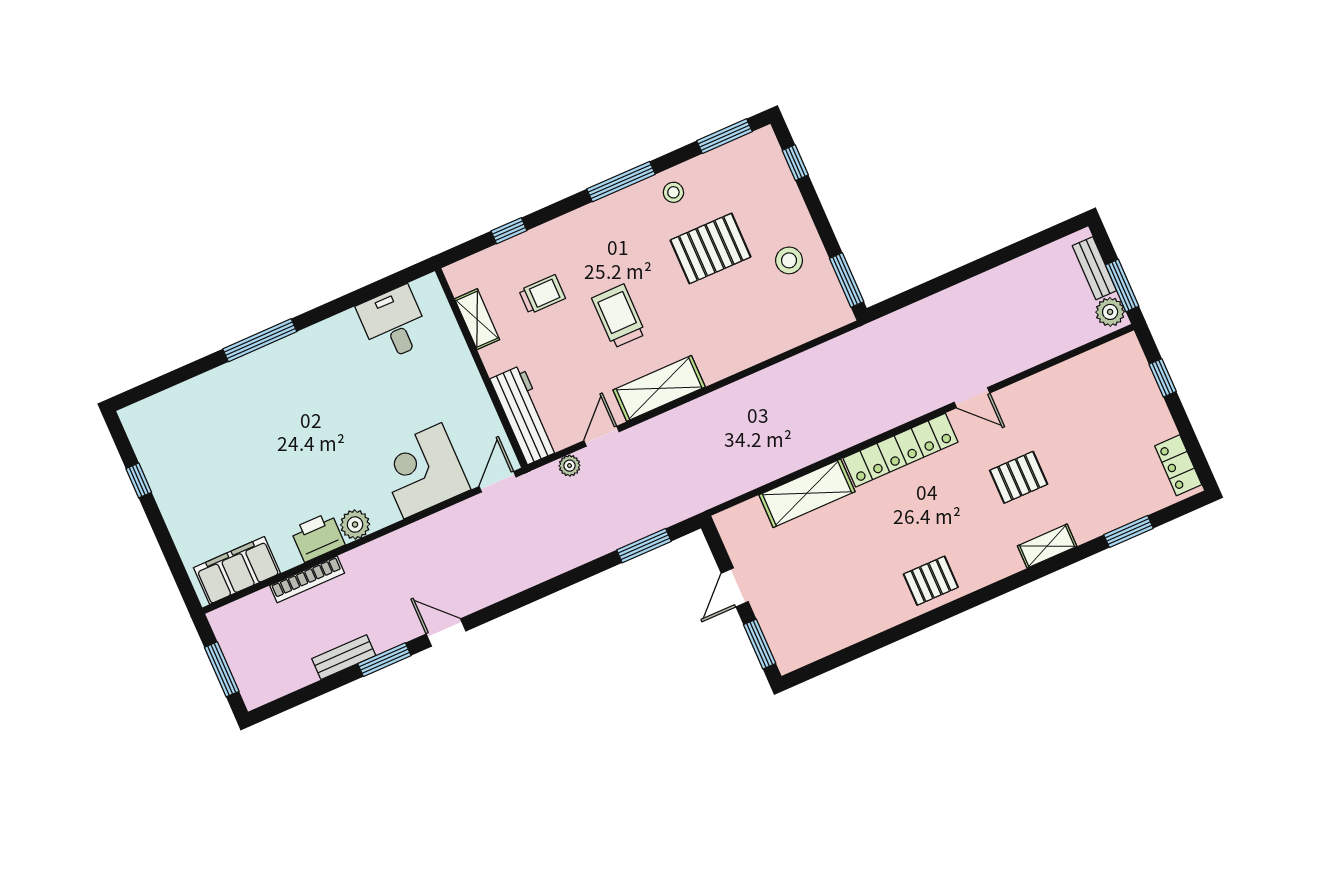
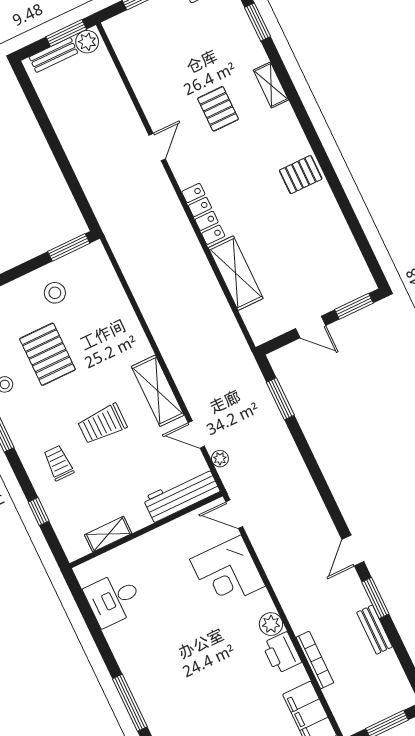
trolley: (542, 294) -> (58, 463), moved
locker: (900, 450) -> (203, 214), width x0.71, depth x0.83
pallet: (931, 581) -> (301, 175), turned 90

